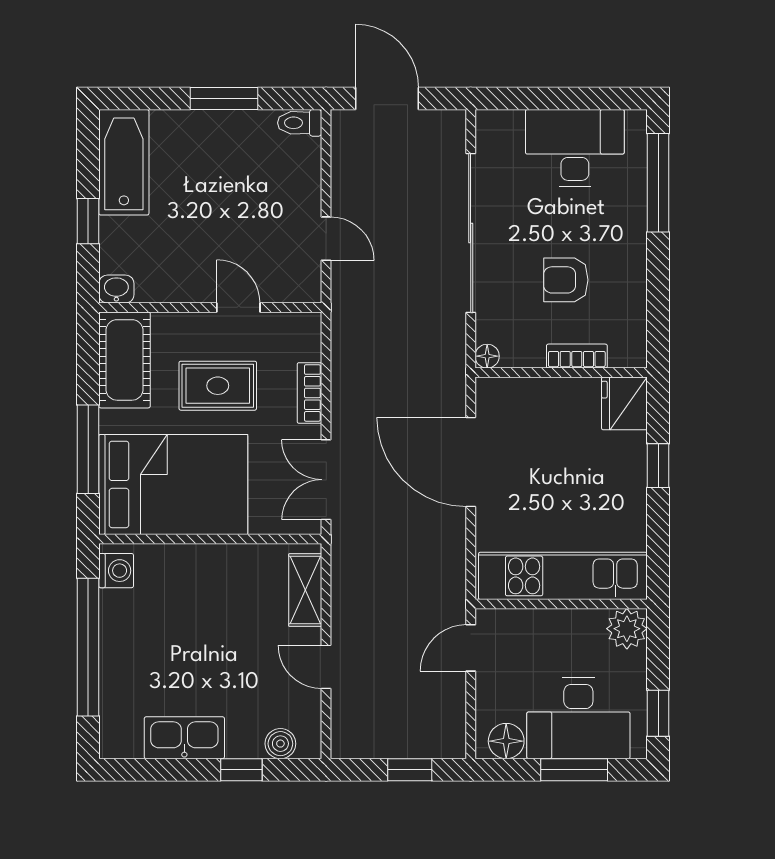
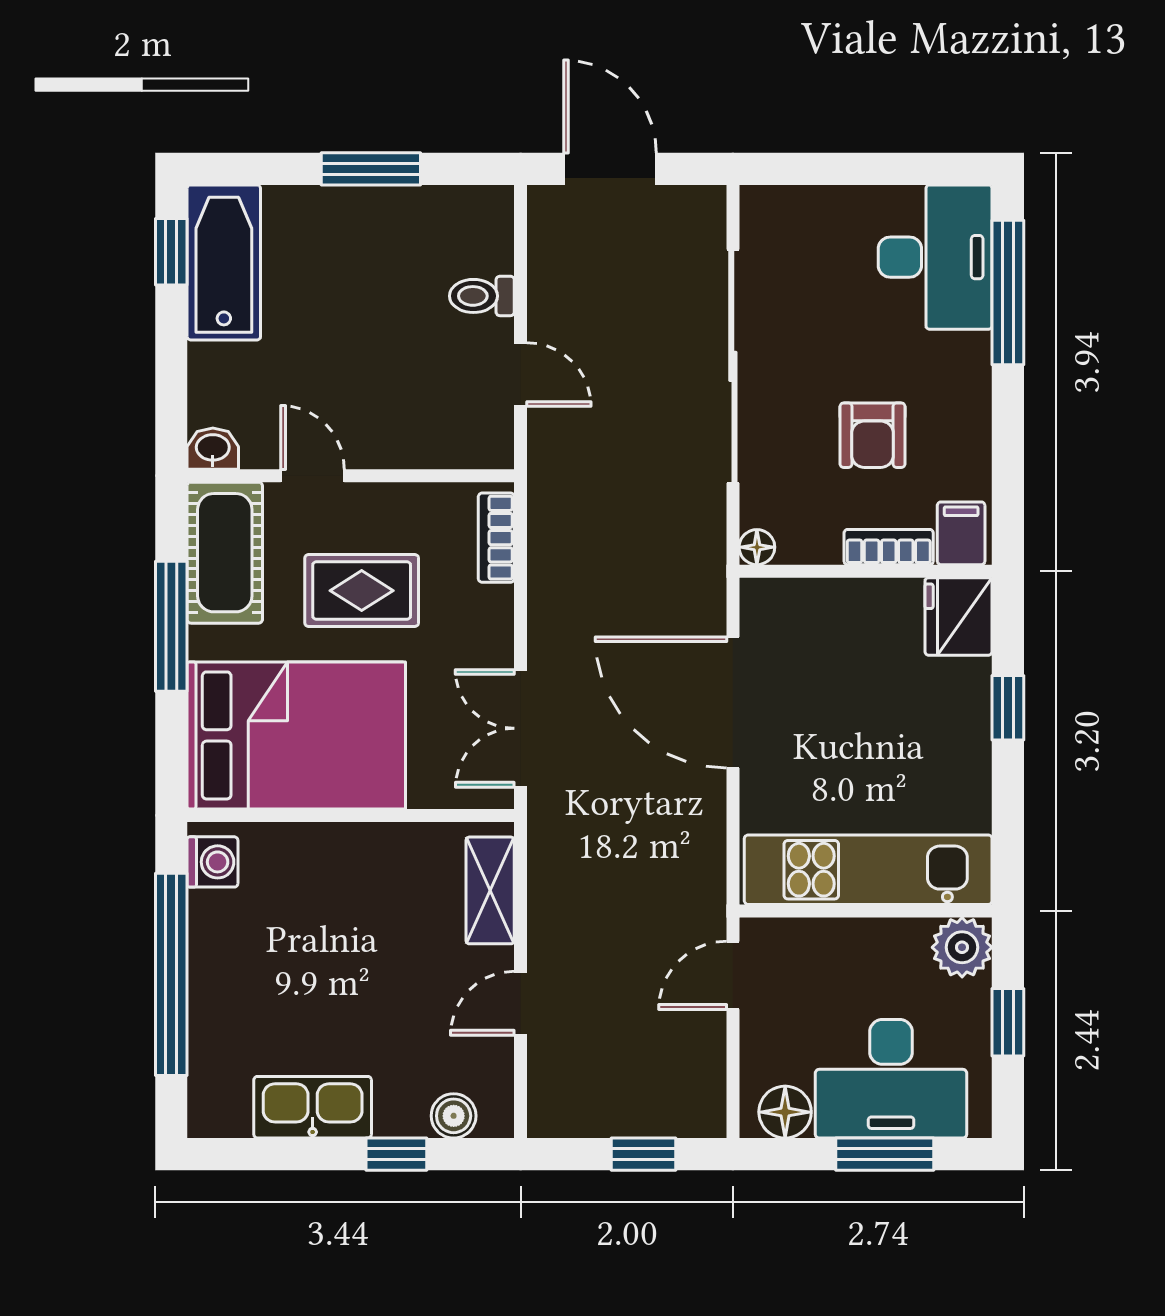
toilet: (300, 123) -> (482, 296), moved
desk: (575, 148) -> (935, 257), moved, turned 90
window: (88, 221) -> (171, 252), moved
armchair: (566, 280) -> (872, 435), turned -90
door: (238, 307) -> (313, 476), moved
filing cabinet: (626, 347) -> (961, 533), added
bookcase: (310, 393) -> (496, 538), moved
window: (88, 449) -> (171, 626), moved
door: (326, 667) -> (521, 1003), hinge flipped
window: (658, 713) -> (1008, 1022), moved

